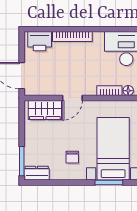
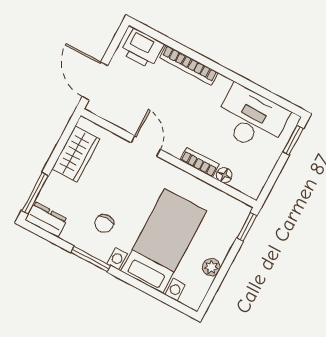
door: (72, 98) -> (146, 146), swing flipped
wardrobe: (45, 110) -> (76, 154), moved, turned -90
window: (109, 183) -> (91, 259), moved

